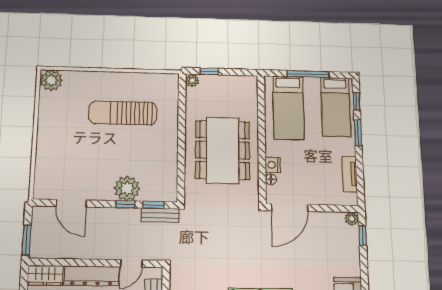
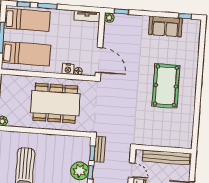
tv unit: (350, 174) -> (87, 16), moved

